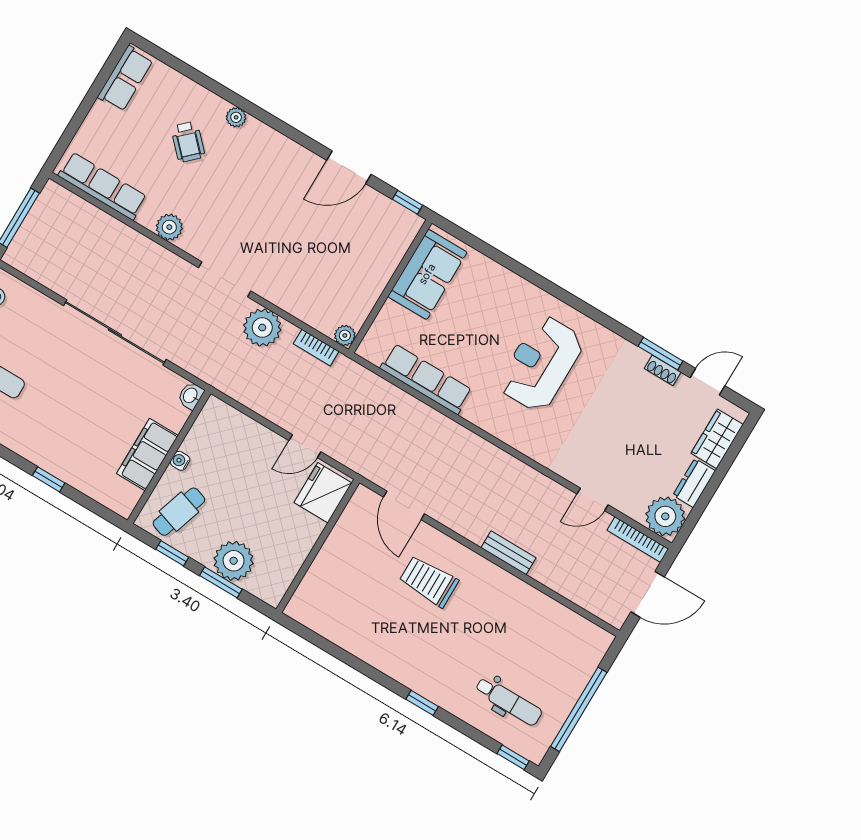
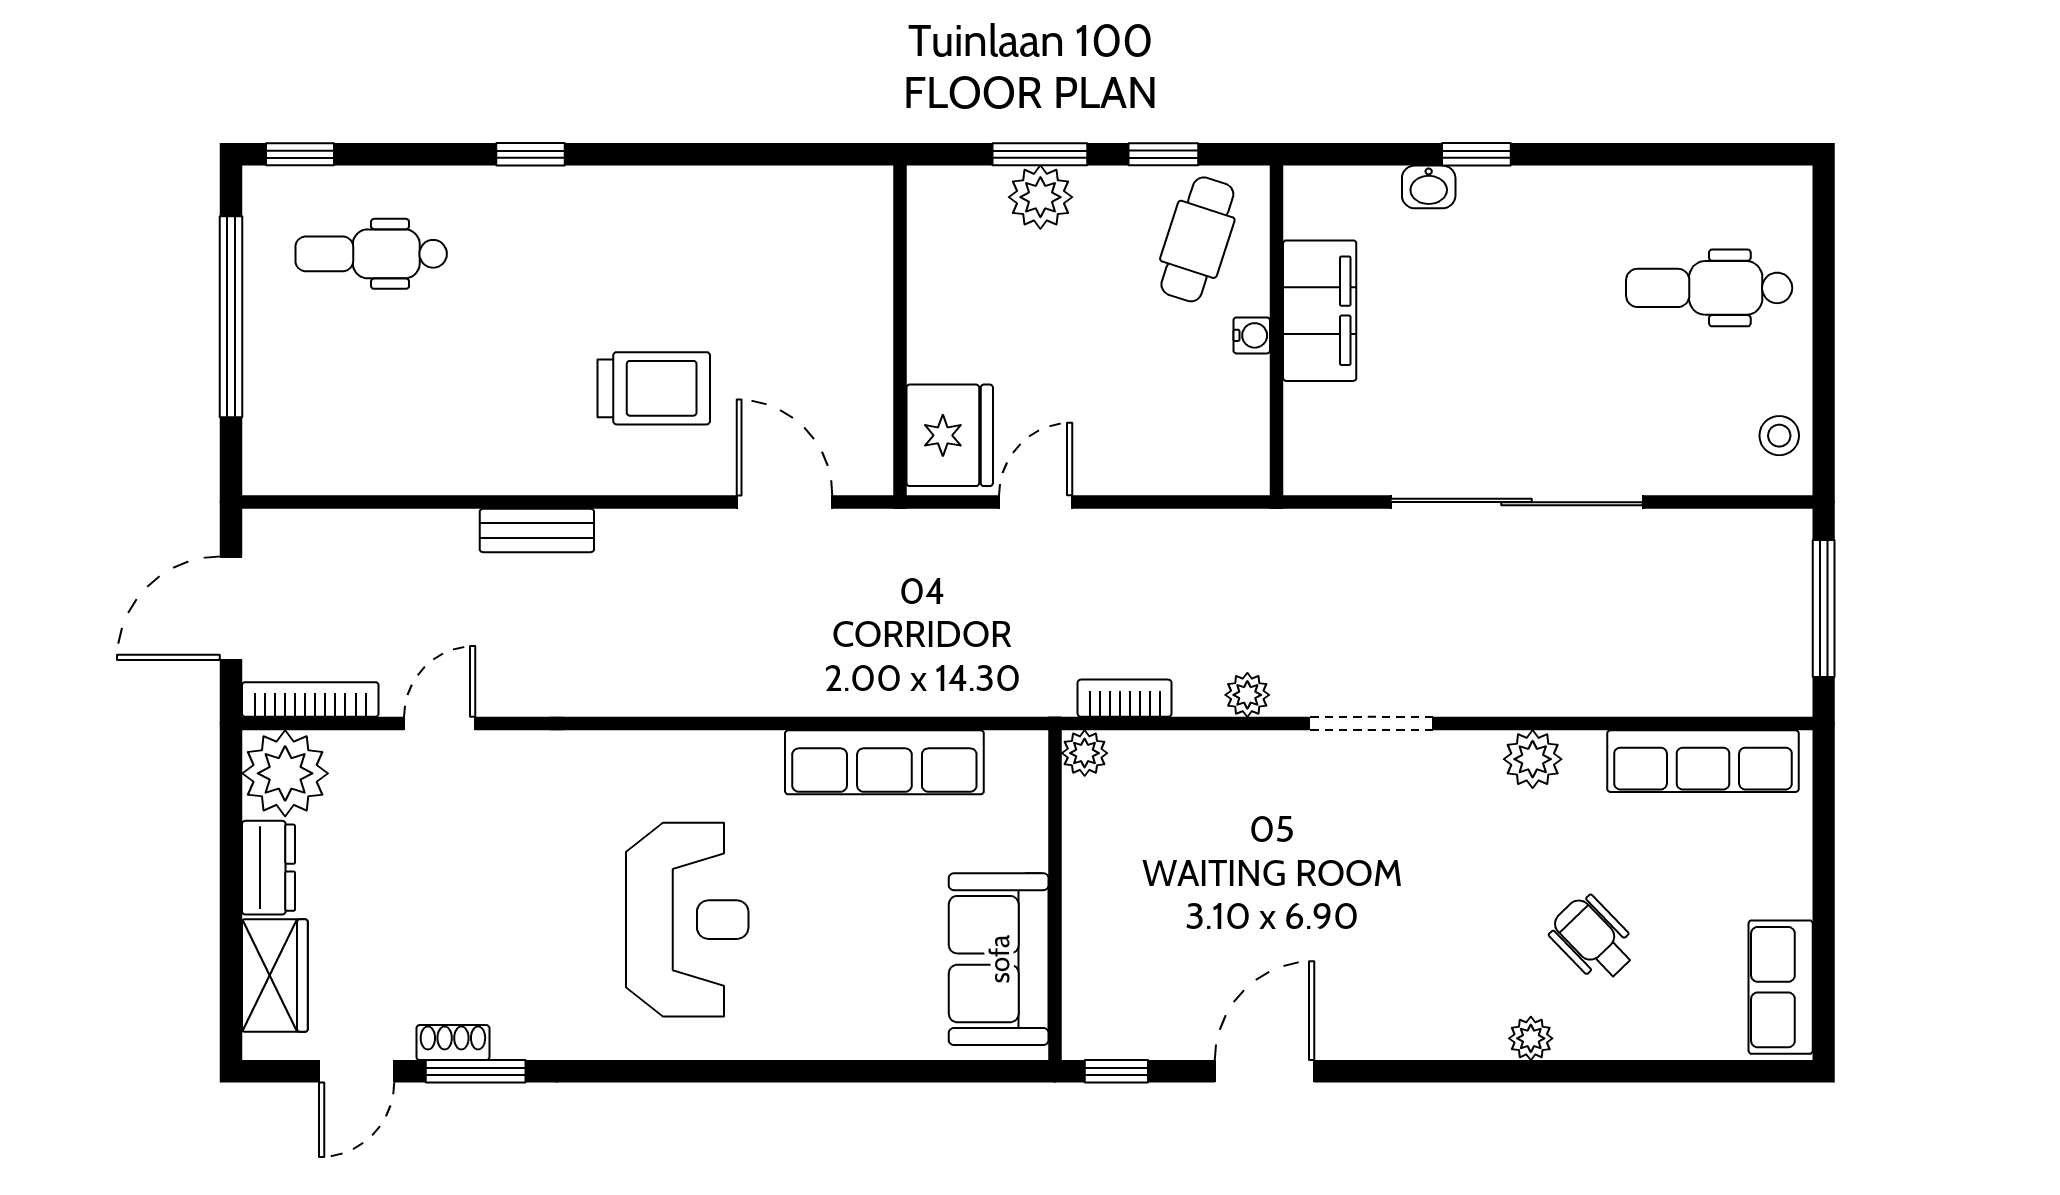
plant: (262, 328) -> (1247, 695), width x0.53, depth x0.53
washbasin: (191, 396) -> (1429, 187), moved, turned 90
plant: (234, 561) -> (1040, 197), width x0.73, depth x0.73

